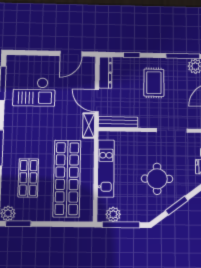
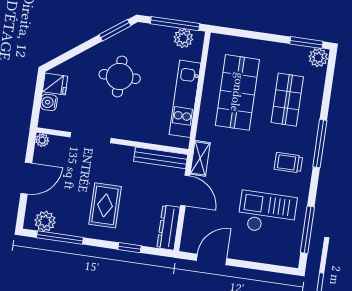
trolley: (22, 131) -> (288, 163), added
shop shelf: (67, 178) -> (237, 92), width x0.71
window: (177, 205) -> (115, 30), moved

